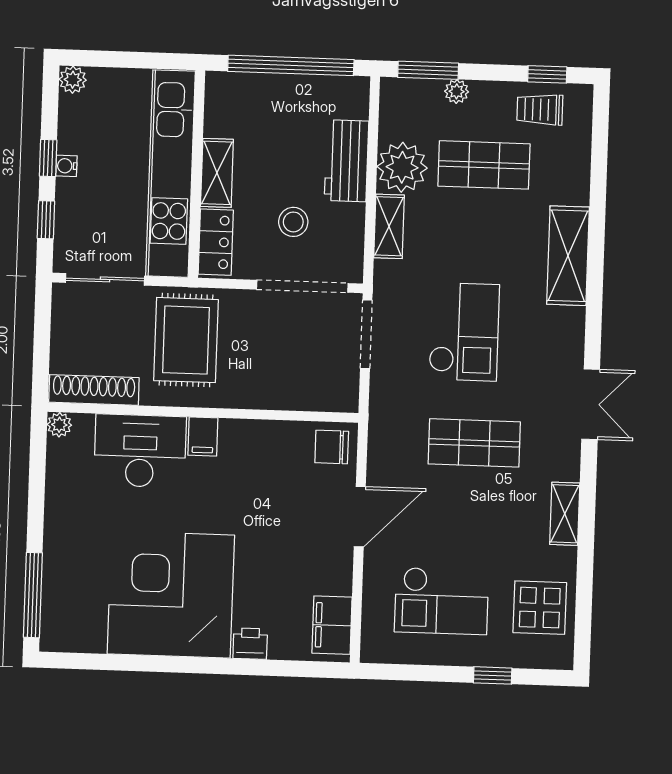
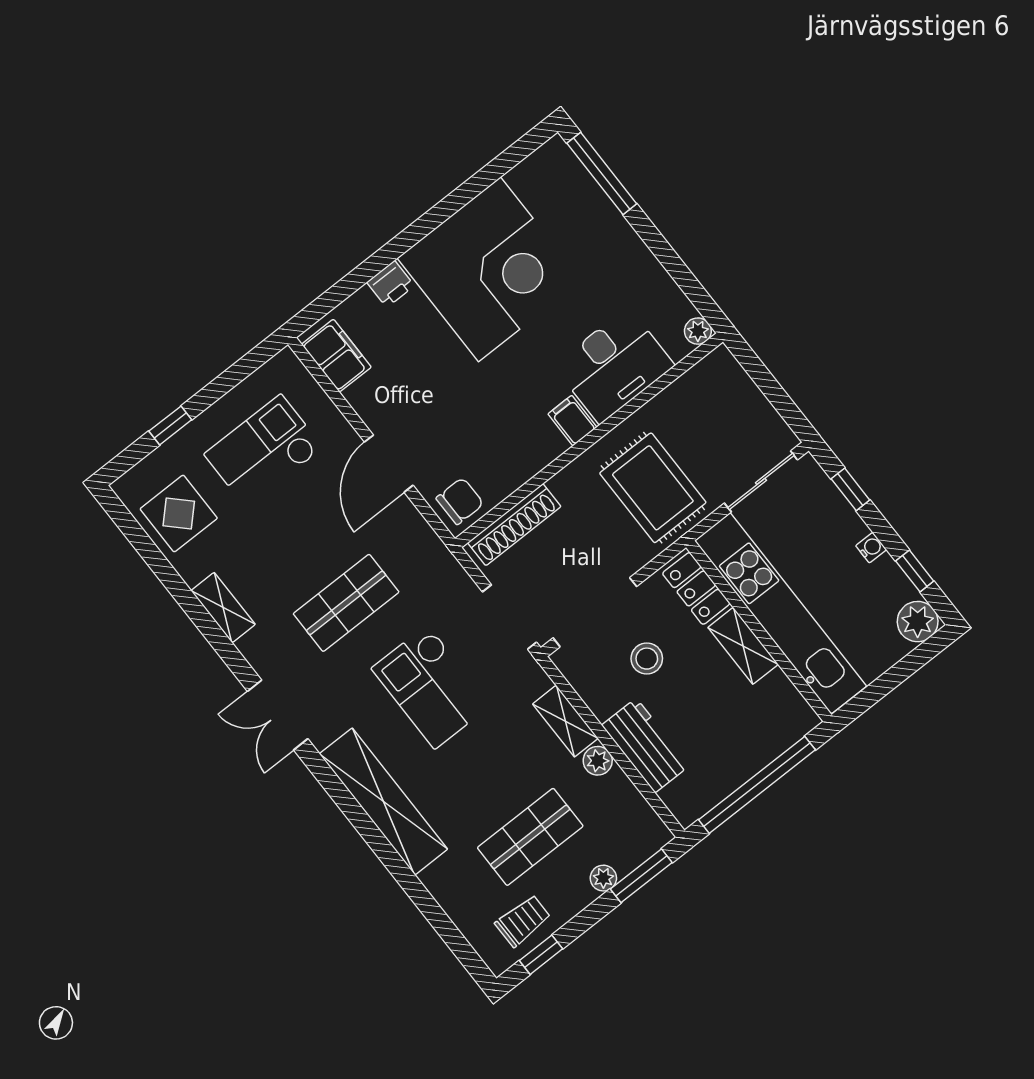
plant: (73, 80) -> (918, 622), width x1.38, depth x1.38
window: (48, 158) -> (915, 571), moved
plant: (402, 167) -> (598, 761), width x0.53, depth x0.53
shelving: (568, 256) -> (384, 801), width x1.47
shoe rack: (94, 390) -> (514, 525), moved

